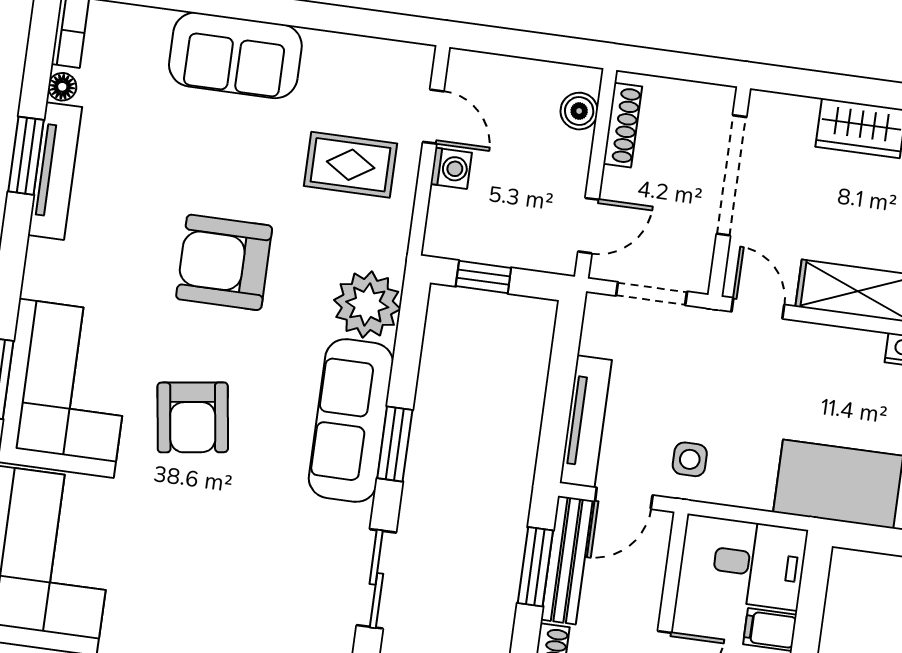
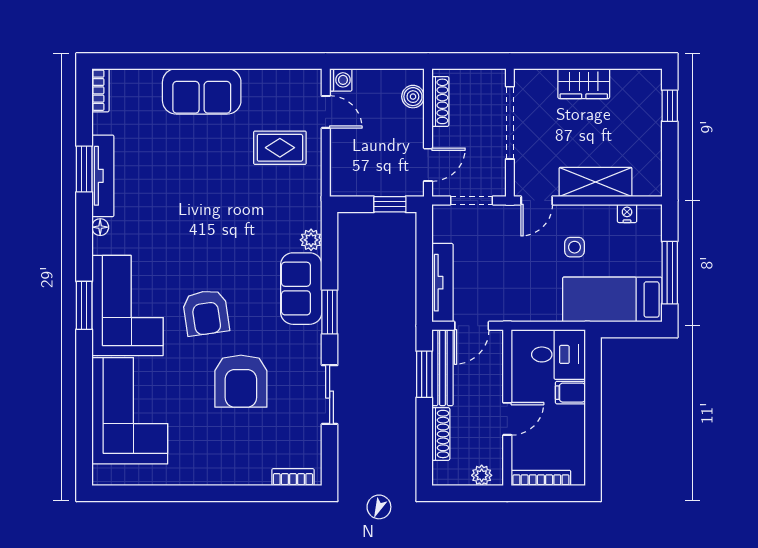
floor lamp: (62, 87) -> (100, 227), moved
washing machine: (451, 168) -> (341, 80), moved
armchair: (224, 262) -> (241, 381), moved, turned -90
window: (483, 277) -> (390, 204), moved
plant: (367, 304) -> (311, 240), width x0.53, depth x0.53
door: (758, 308) -> (537, 200), swing flipped
sofa: (351, 420) -> (301, 289), width x0.73
side table: (690, 459) -> (574, 247), moved

